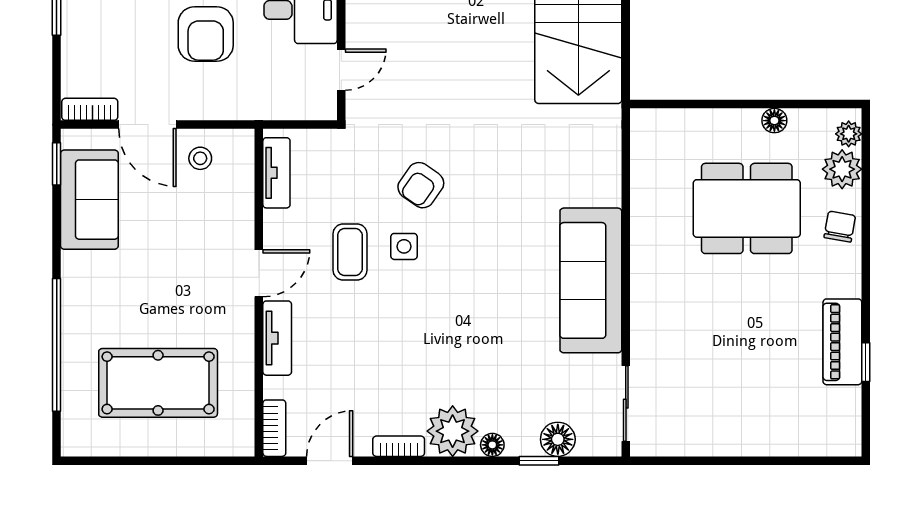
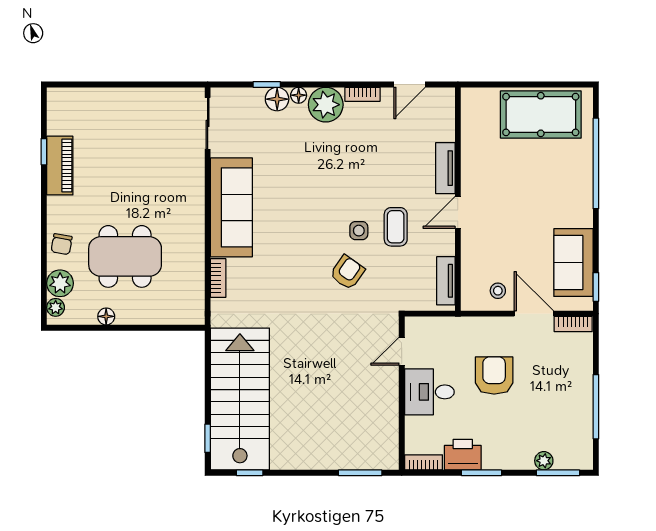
pool table: (158, 383) -> (541, 115), moved
bookcase: (274, 428) -> (218, 278), moved, turned 180
floor lamp: (558, 439) -> (277, 99), moved

